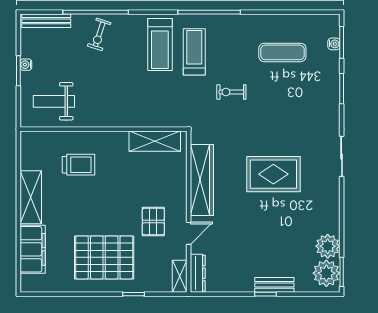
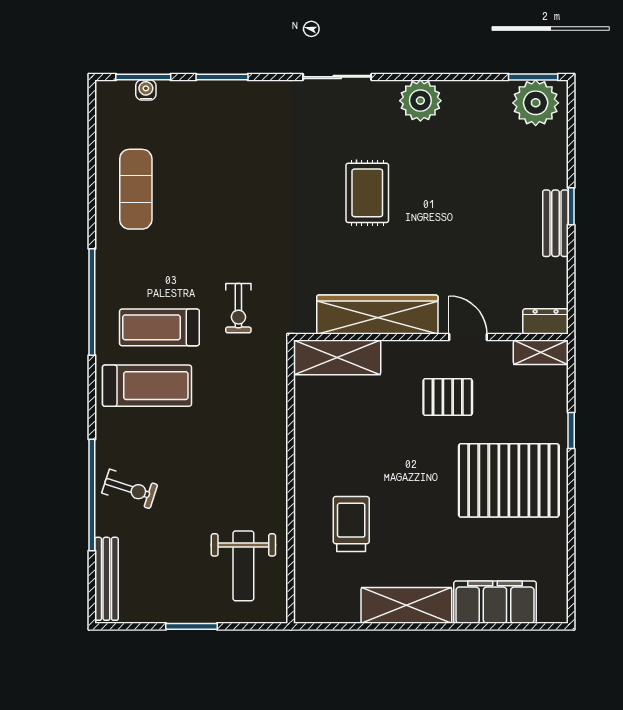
exercise mat: (282, 52) -> (136, 189), moved
water cooler: (26, 65) -> (181, 614), removed
exercise bike: (231, 92) -> (238, 308), moved
shelving: (155, 141) -> (337, 357), moved, turned 90
rug: (273, 174) -> (367, 193), width x0.73, depth x0.70
plant: (328, 246) -> (420, 101), moved
pallet: (104, 257) -> (509, 480), turned 90
dresser: (198, 273) -> (546, 321), width x0.70
bench: (274, 285) -> (556, 223), moved

